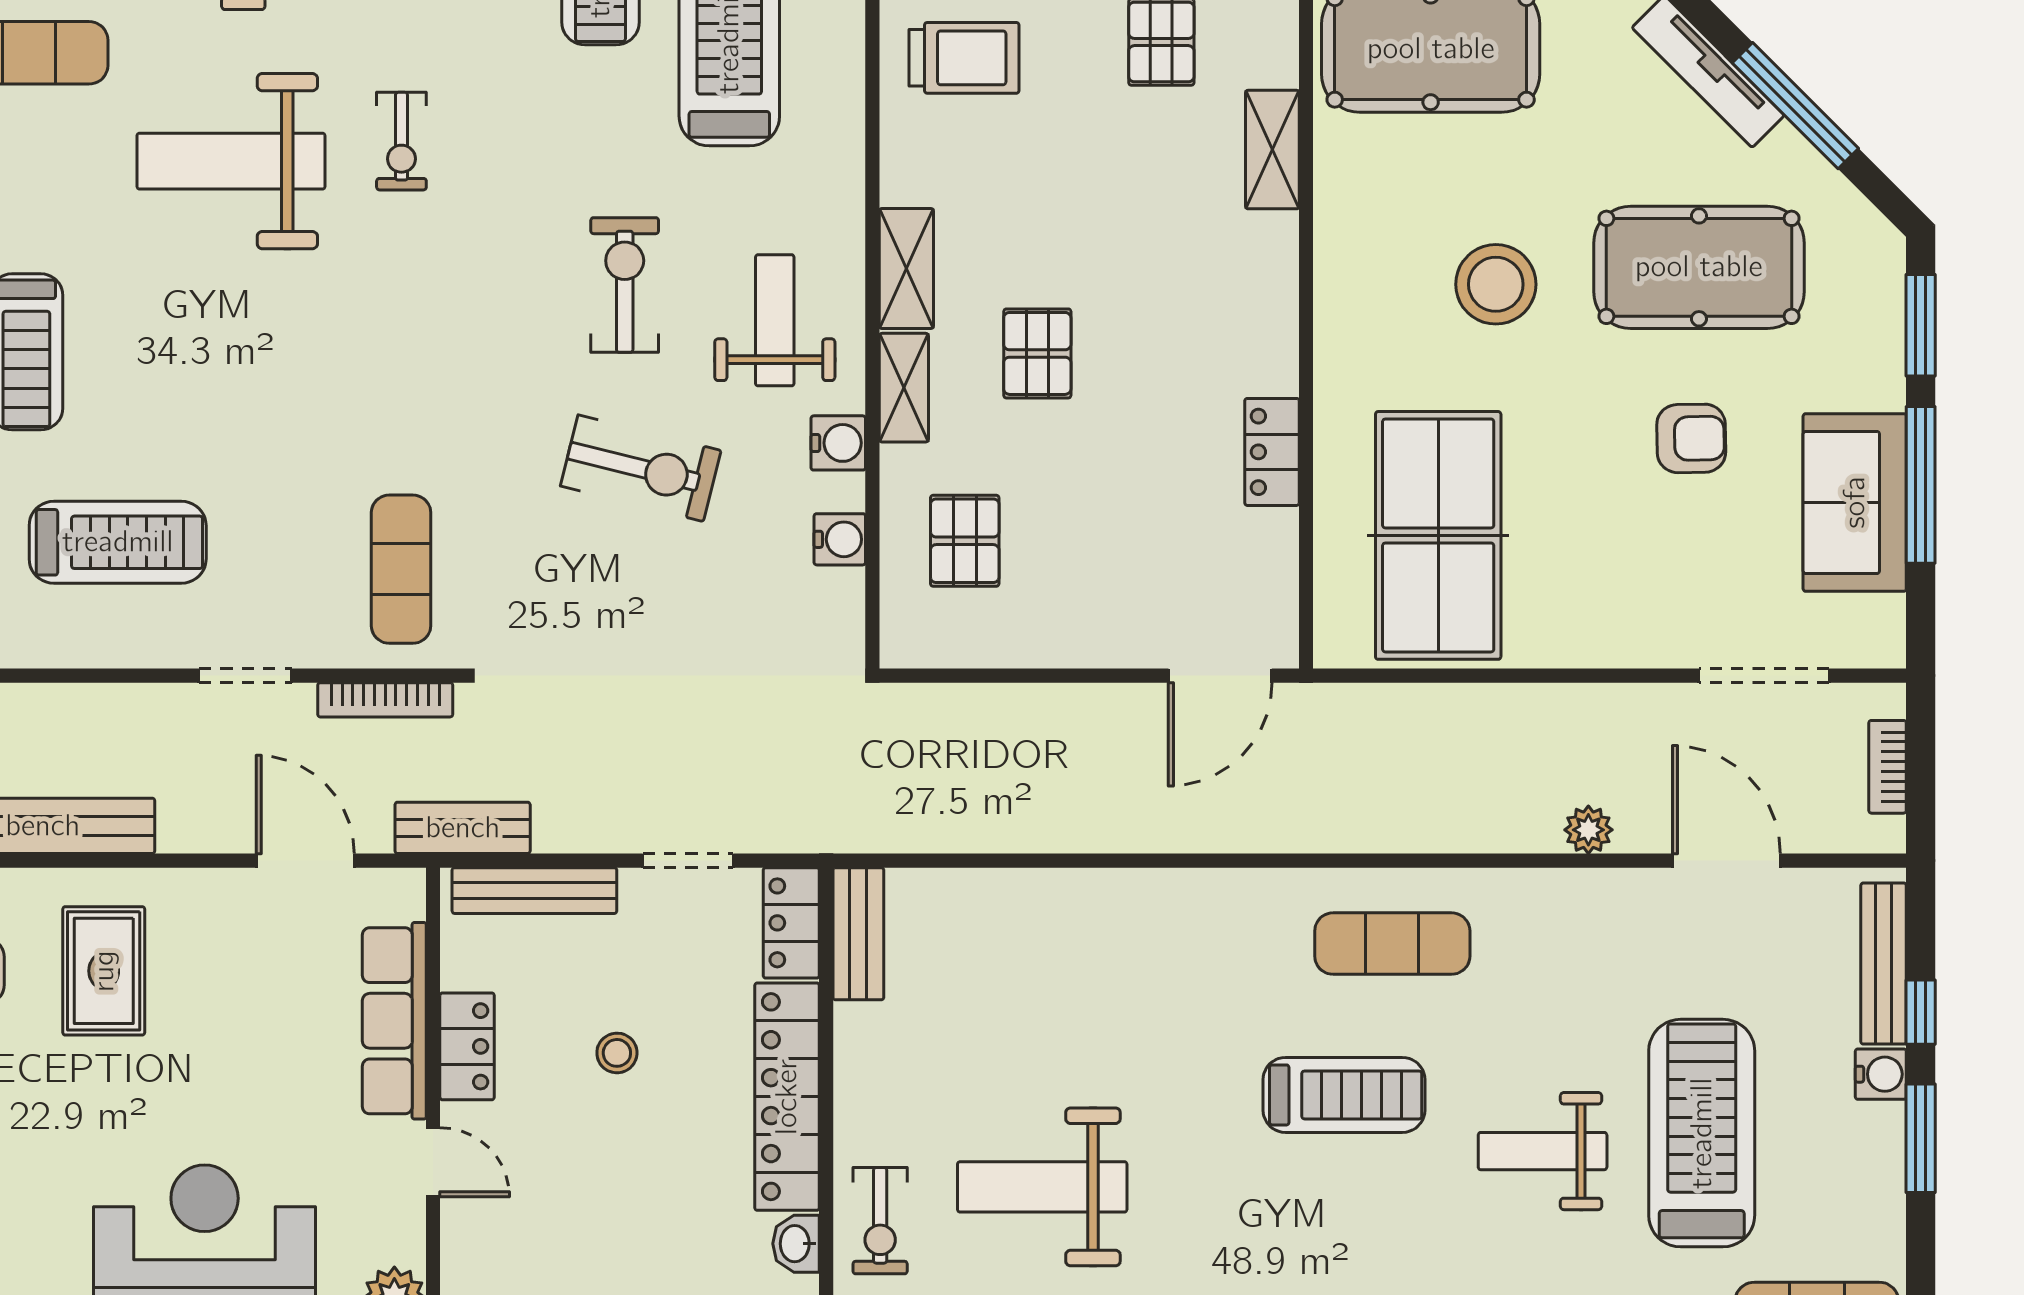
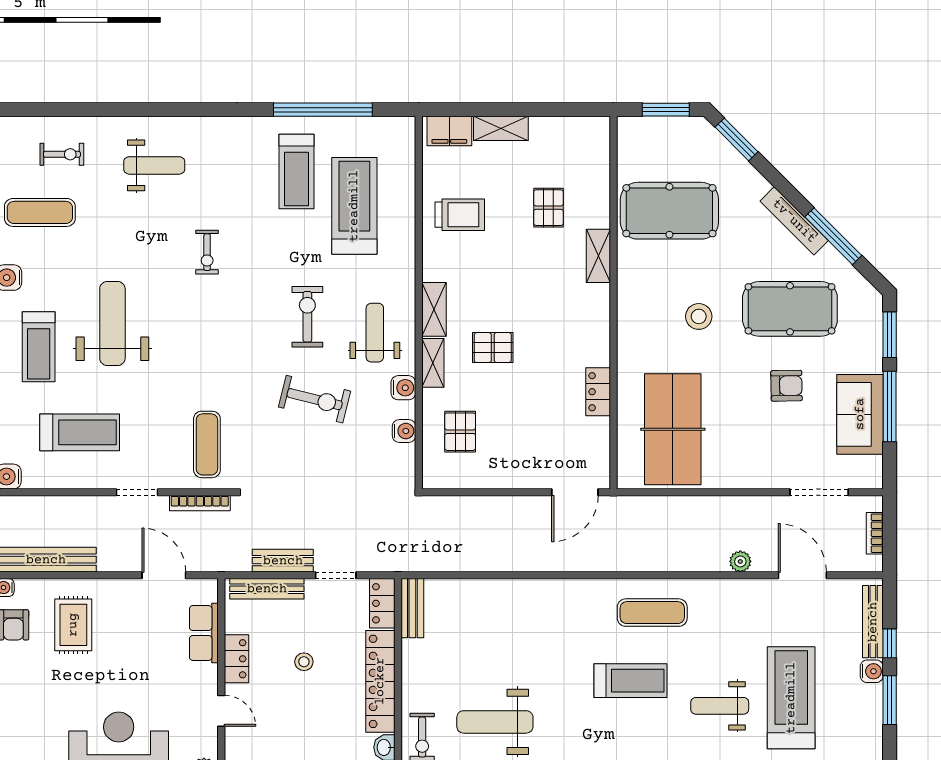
weight bench: (231, 161) -> (112, 323), moved, turned 90
stool: (1496, 284) -> (699, 316), width x0.73, depth x0.73
pallet: (1037, 353) -> (493, 348), turned 90
bench: (463, 828) -> (283, 561), moved
row of seats: (394, 1021) -> (204, 633), width x0.68

